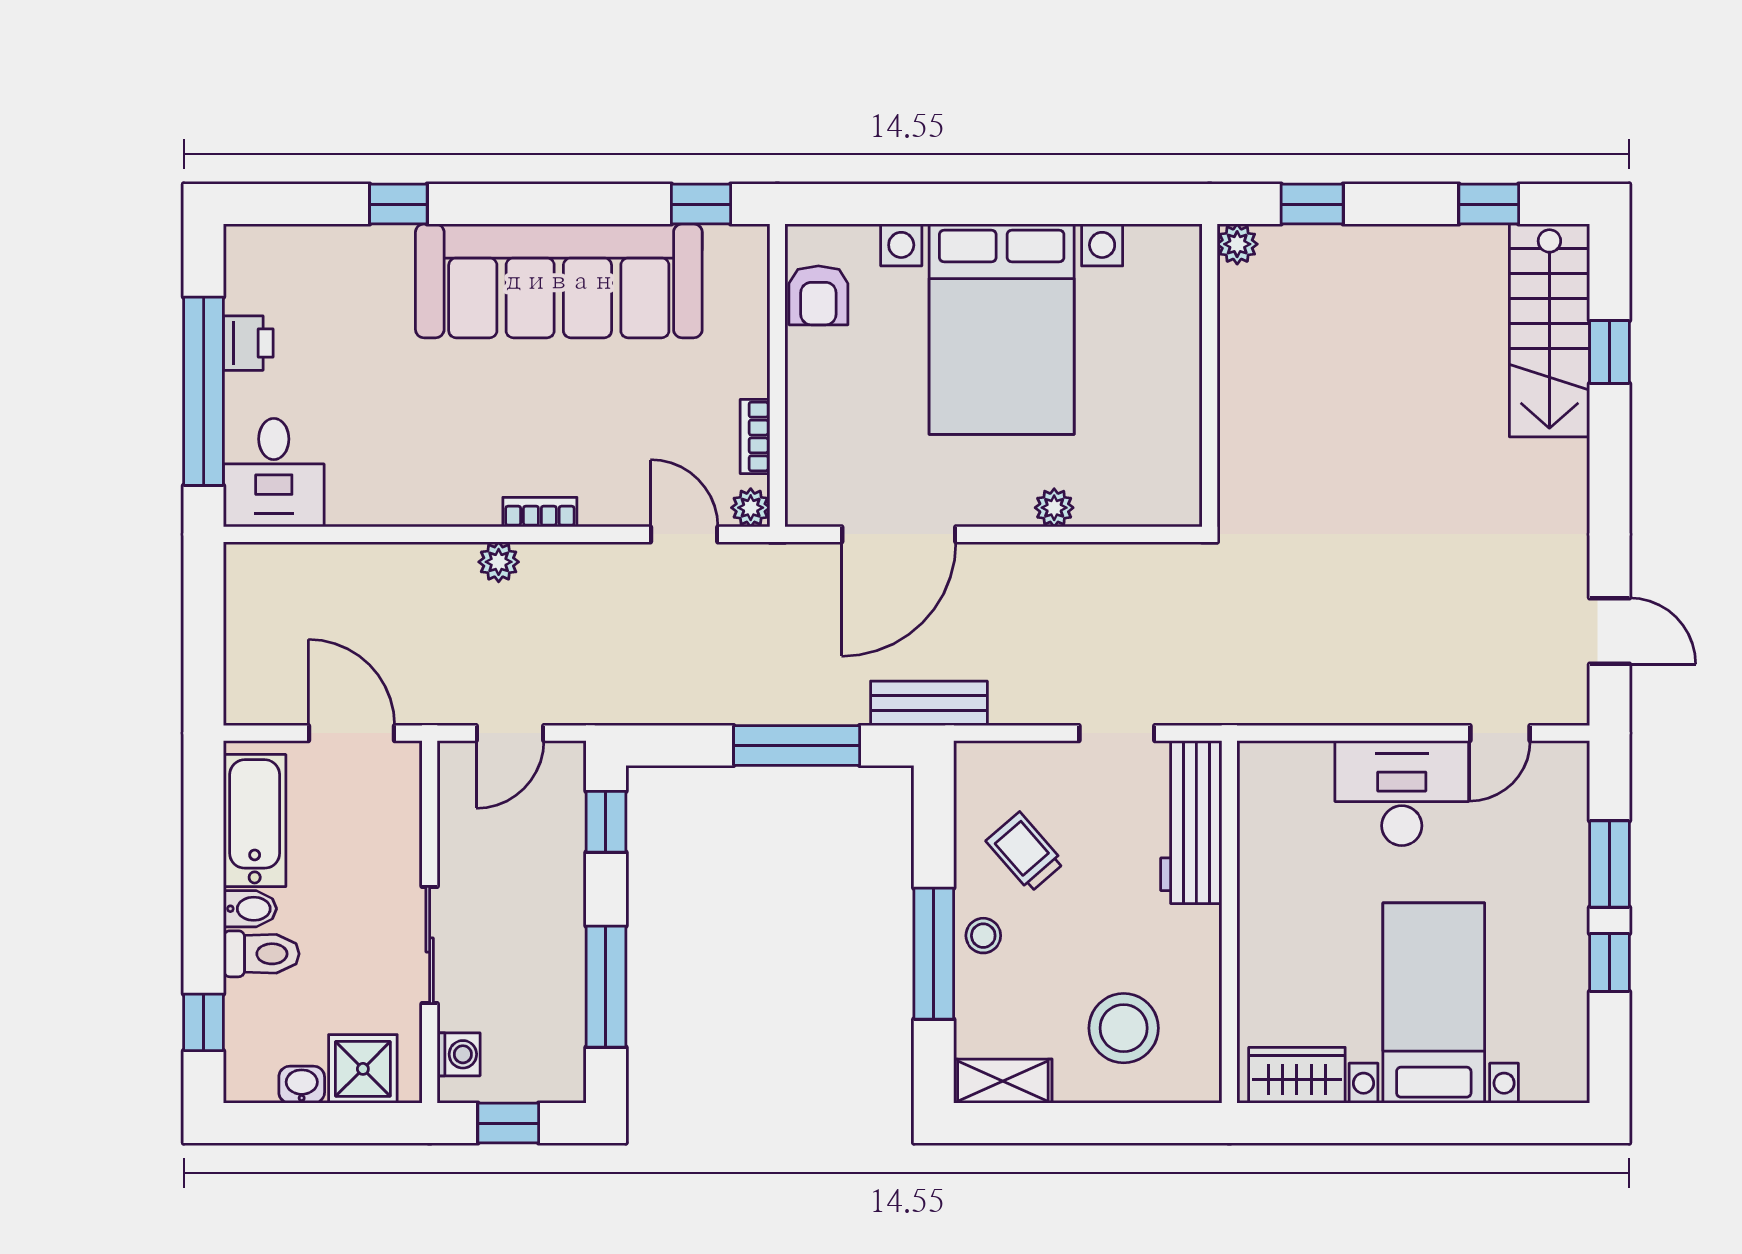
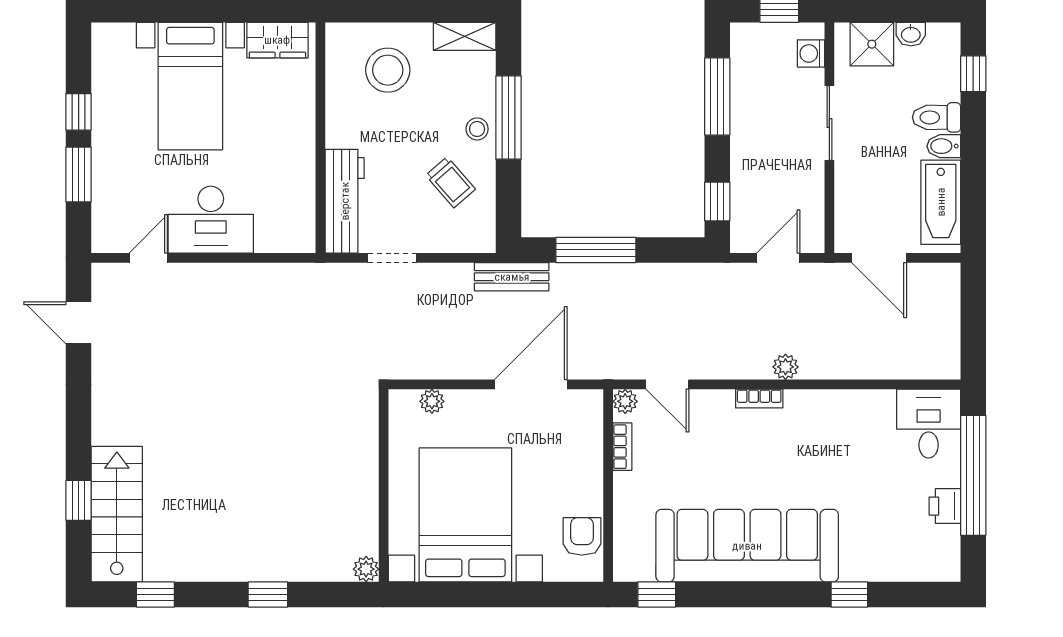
plant: (1237, 244) -> (366, 569), moved
wall: (1210, 375) -> (384, 485), moved

